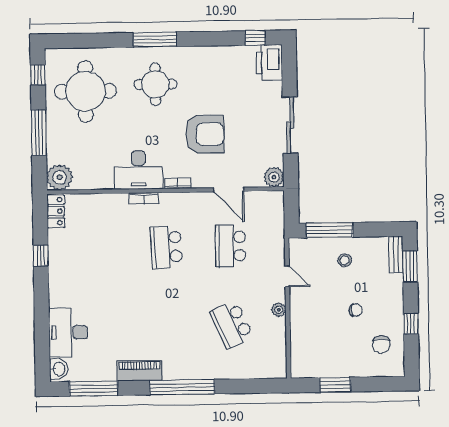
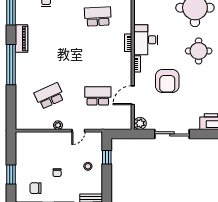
window: (329, 230) -> (107, 157), width x0.46
school desk: (166, 247) -> (98, 16), moved
window: (335, 385) -> (11, 175), moved

